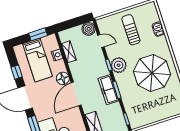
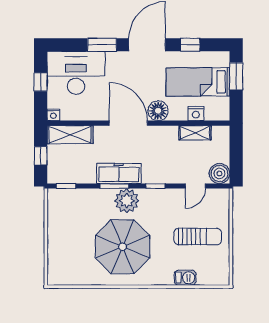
window: (38, 34) -> (236, 76), moved
plant: (119, 65) -> (127, 201), moved

